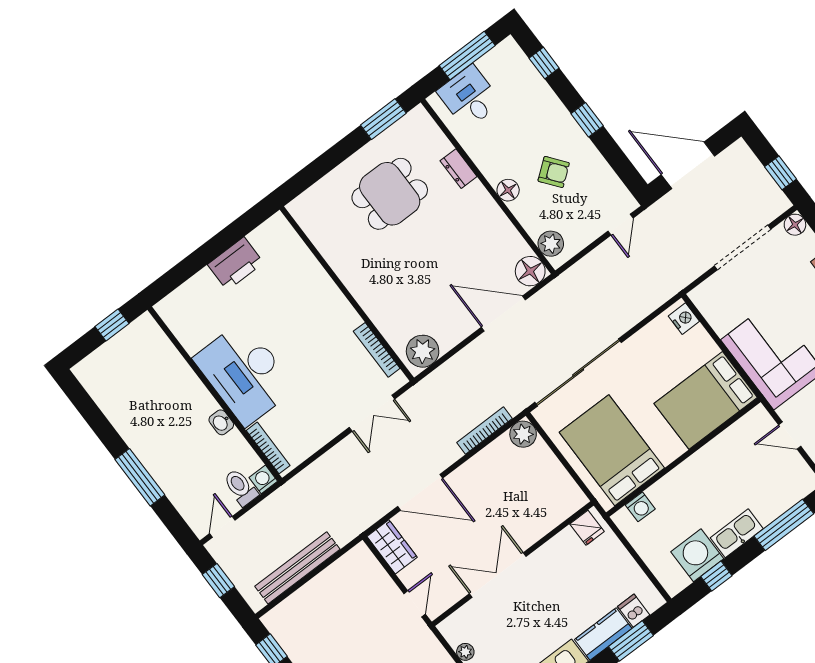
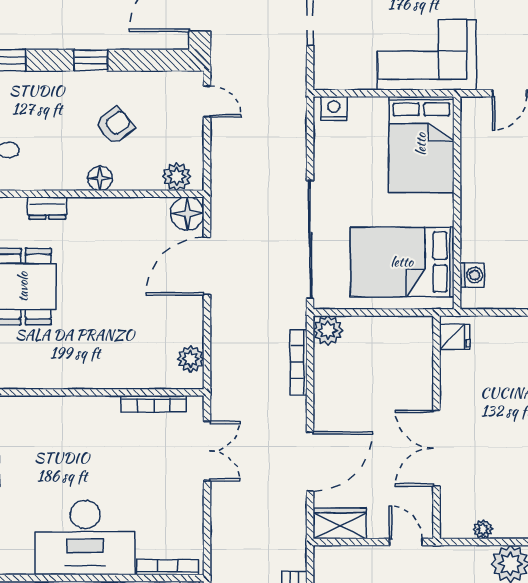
plant: (423, 351) -> (191, 359), width x0.73, depth x0.73

